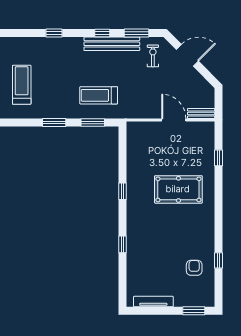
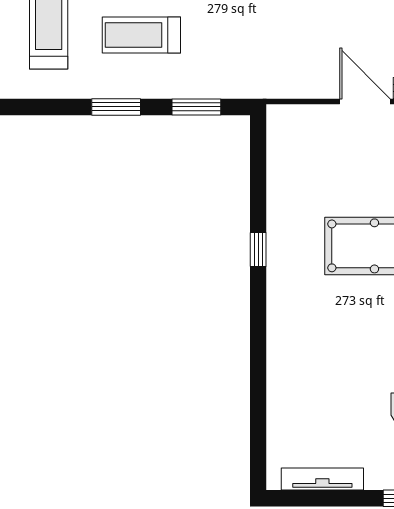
treadmill: (99, 95) -> (141, 35), moved
window: (122, 244) -> (258, 360), removed

